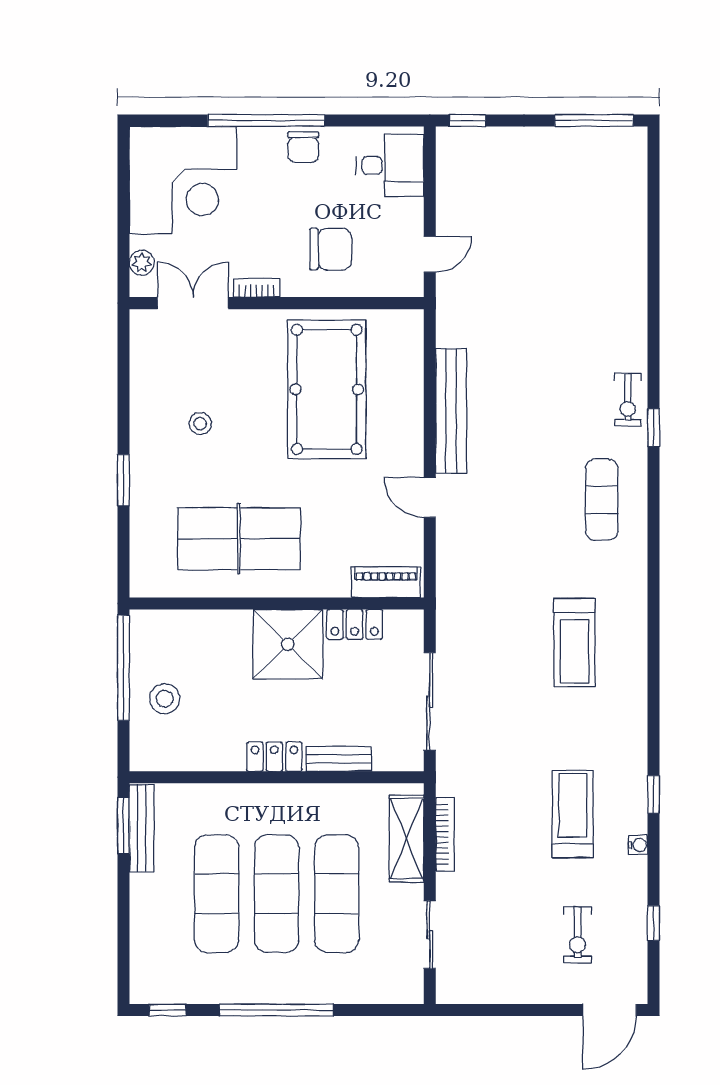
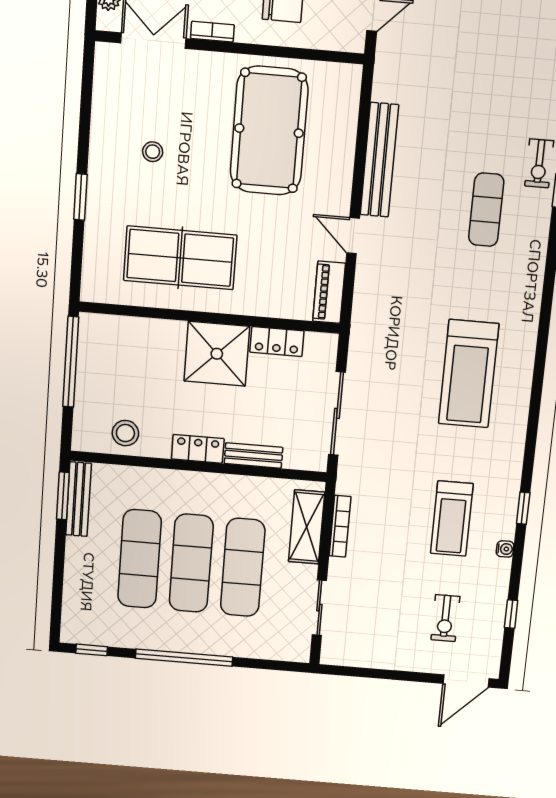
exercise mat: (602, 500) -> (486, 210), moved
piano: (386, 582) -> (329, 292), moved, turned -90
treadmill: (575, 643) -> (469, 374), width x1.37, depth x1.38
stool: (165, 699) -> (125, 433), moved
treadmill: (573, 814) -> (452, 519), turned 180

